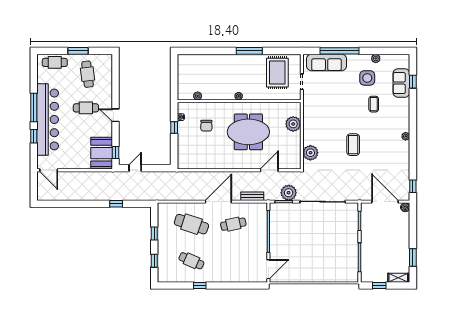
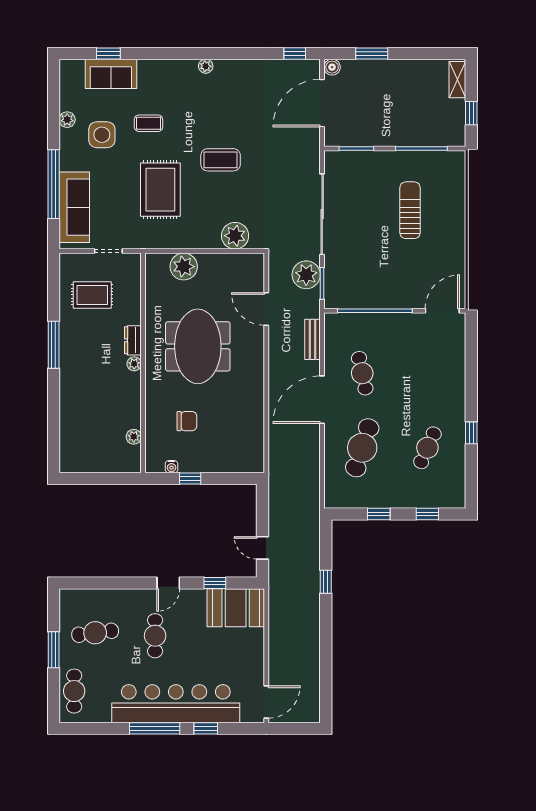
rug: (277, 73) -> (92, 295), width x0.73, depth x0.70
dresser: (252, 95) -> (133, 340), added
rug: (336, 111) -> (160, 190), added
window: (115, 152) -> (215, 583), moved
door: (218, 202) -> (322, 400), hinge flipped
sun lounger: (325, 251) -> (410, 210), added
window: (413, 257) -> (372, 53), moved
door: (268, 269) -> (442, 311), hinge flipped

